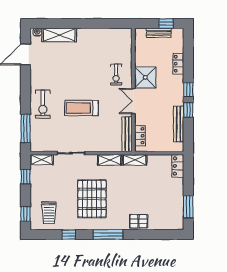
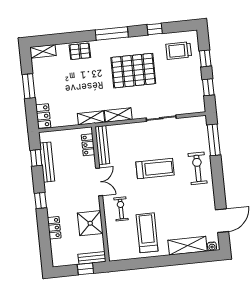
window: (166, 24) -> (85, 269), moved
bench: (159, 33) -> (92, 258), moved
treadmill: (95, 50) -> (147, 233), added
shower: (145, 77) -> (90, 223), moved
window: (188, 110) -> (36, 158), moved
shelving: (42, 160) -> (43, 51), moved
pallet: (92, 199) -> (133, 71), turned 90
window: (188, 207) -> (29, 86), moved
trolley: (49, 213) -> (179, 51), turned -90
window: (26, 214) -> (205, 58), moved

